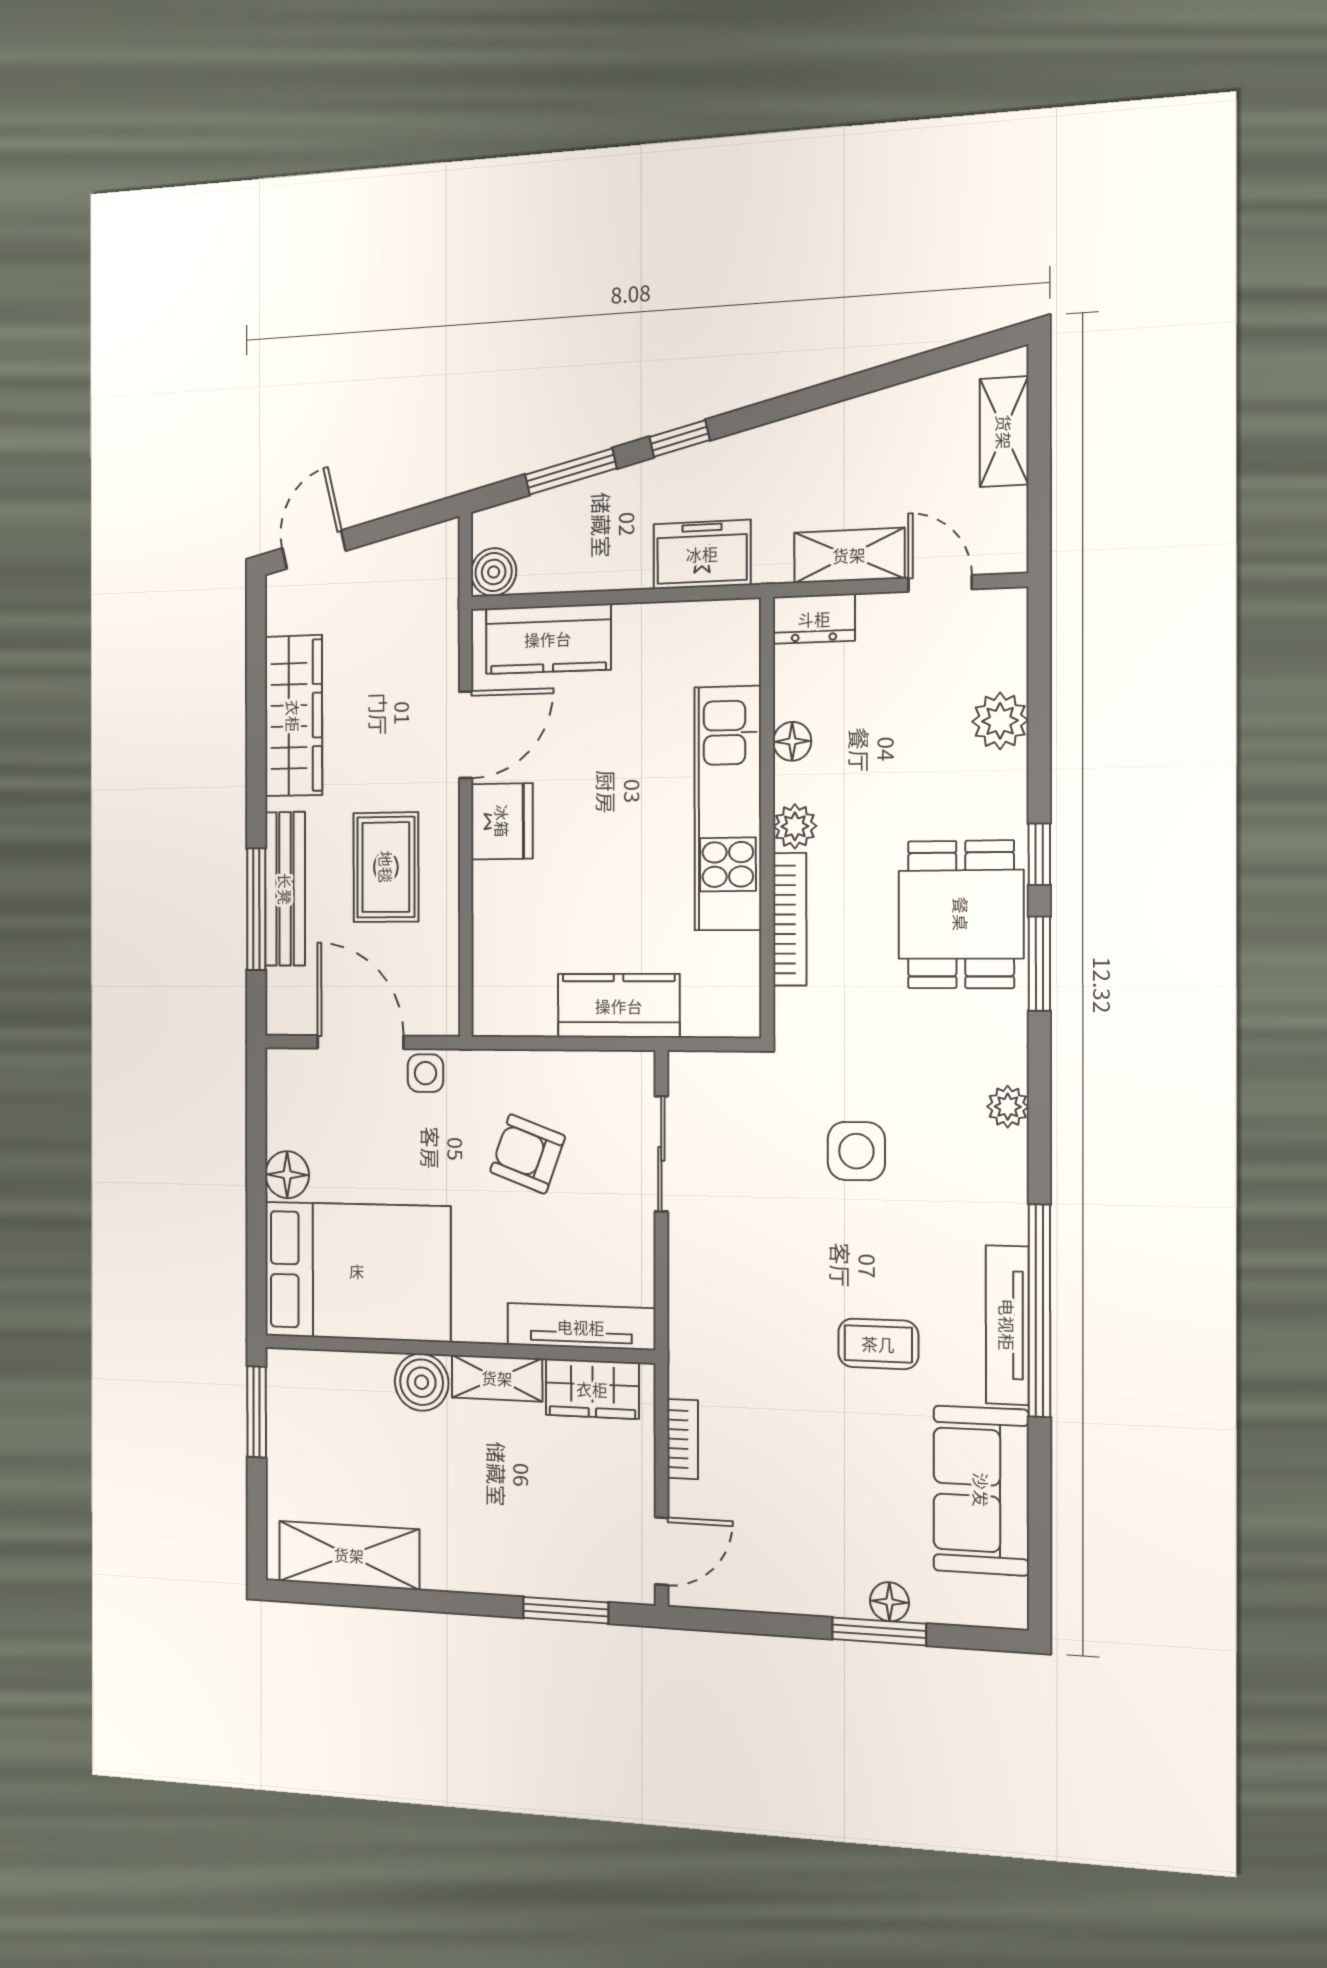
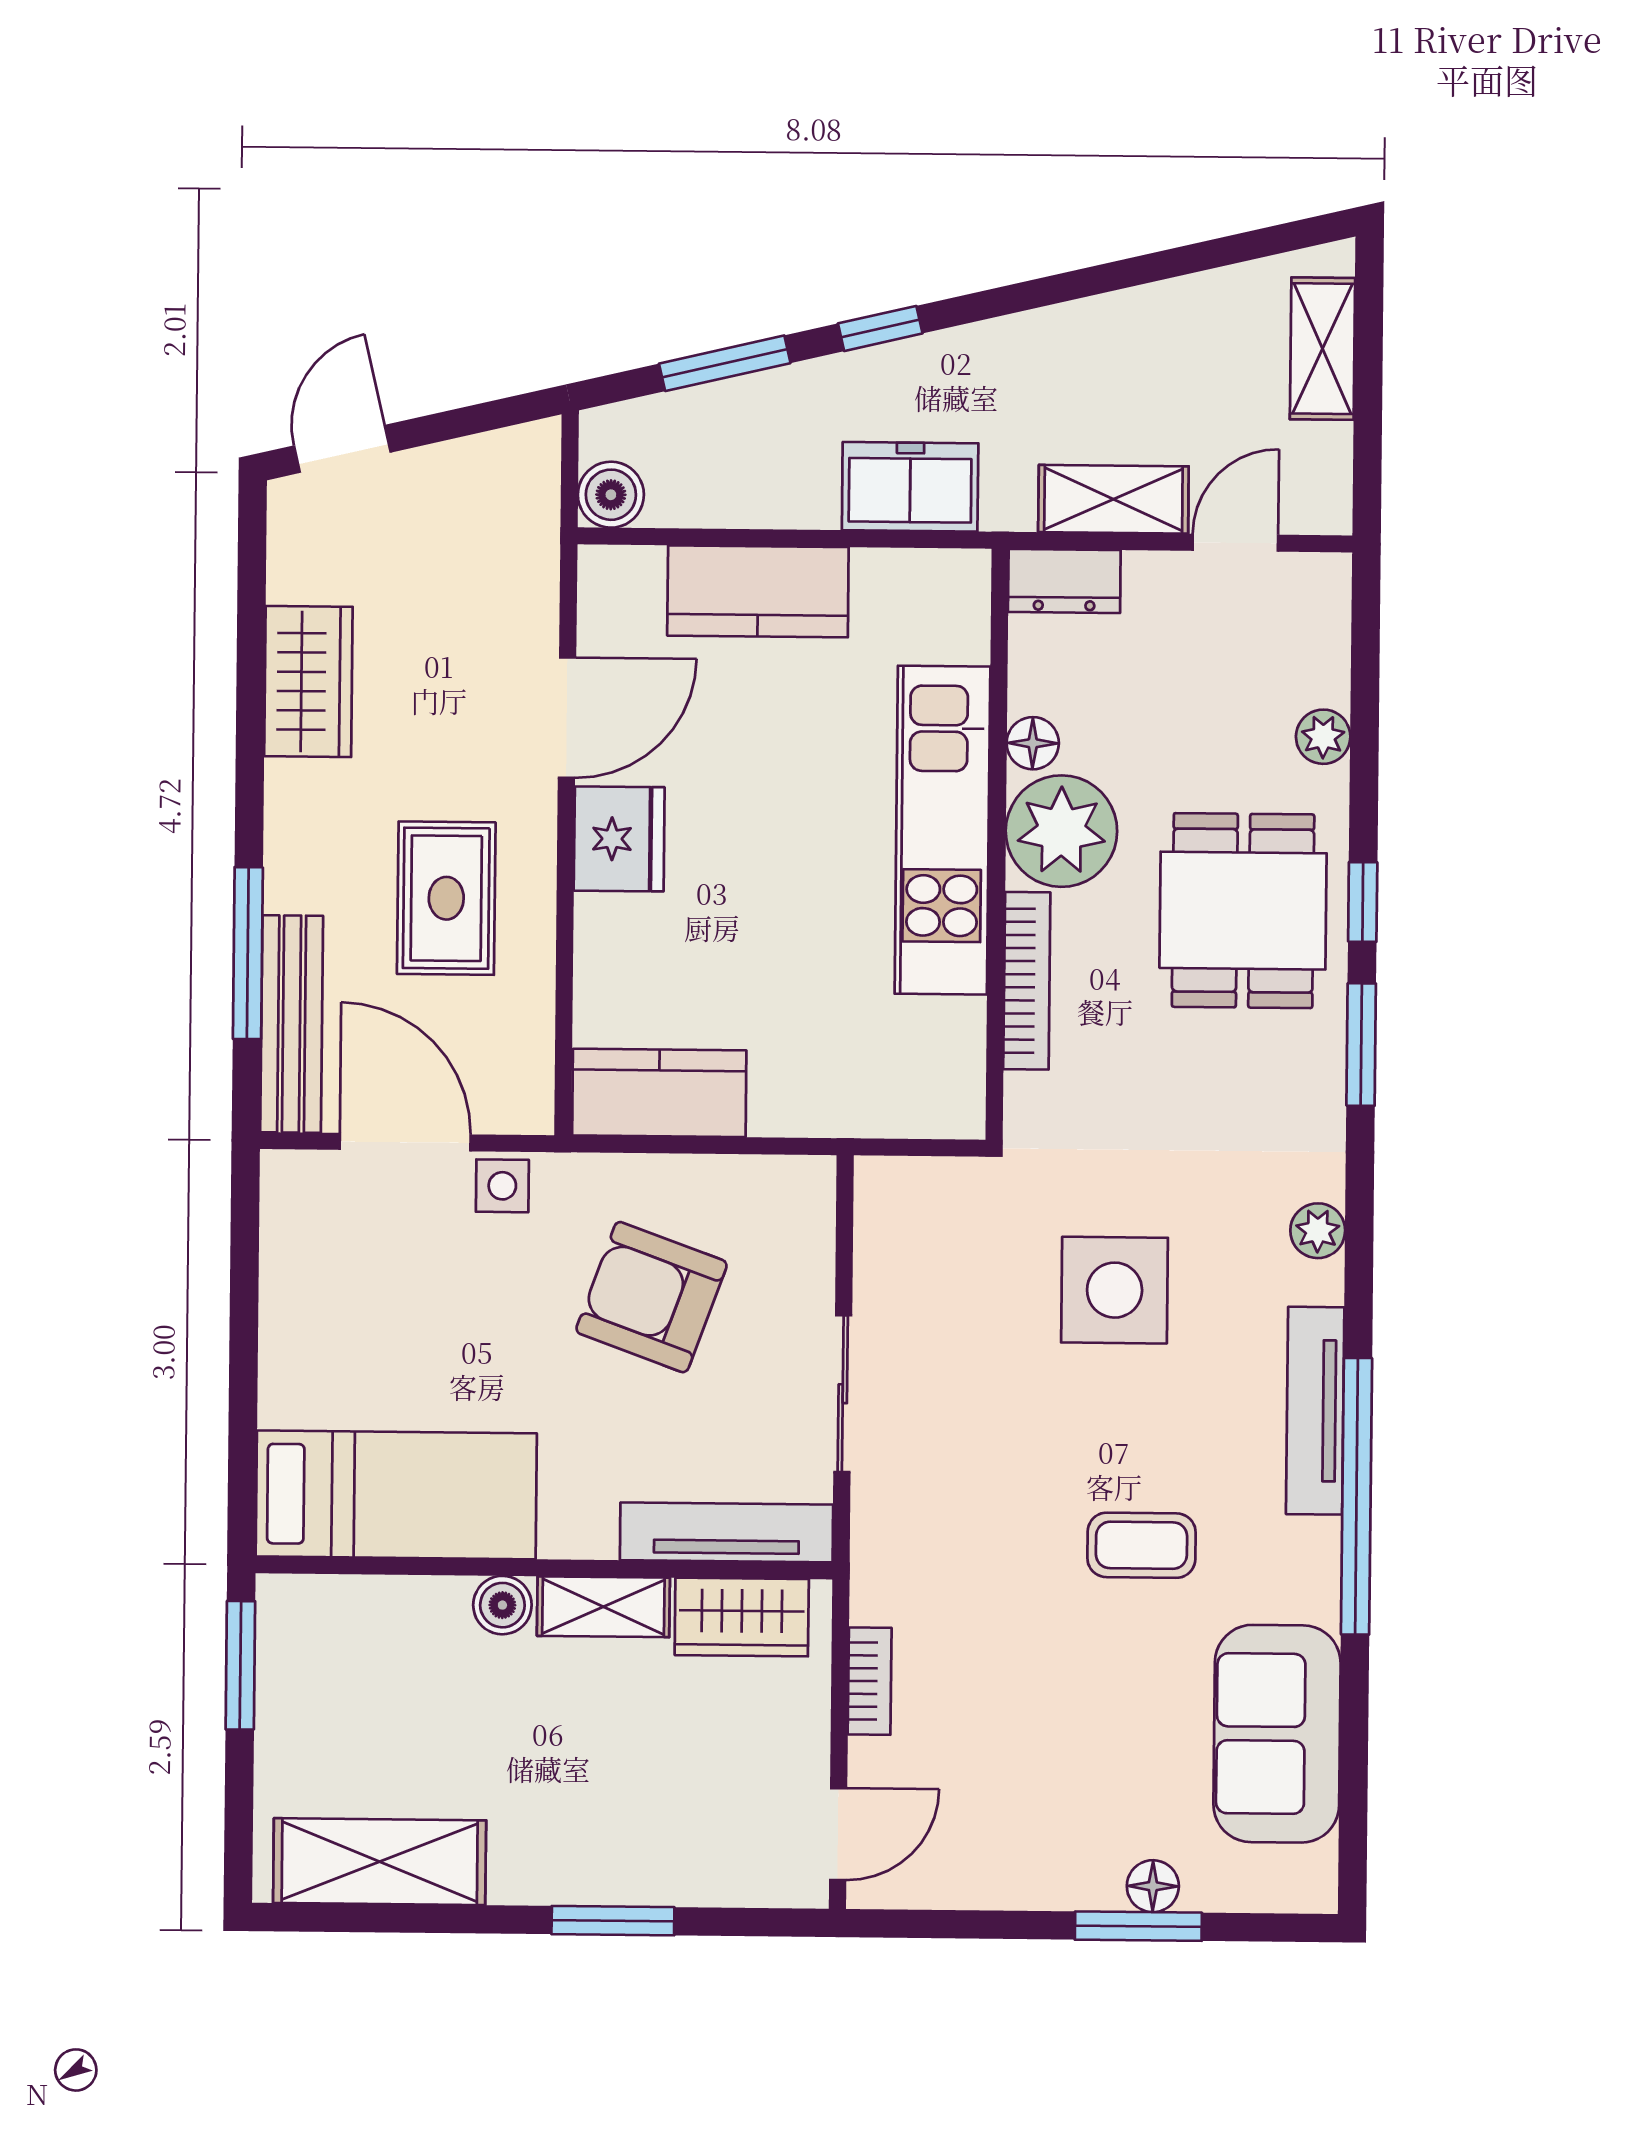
door: (940, 583) -> (1235, 543), hinge flipped
kitchen counter: (548, 639) -> (758, 591), moved
wardrobe: (293, 716) -> (308, 681), width x0.67
plant: (1000, 721) -> (1323, 737), width x0.73, depth x0.73
plant: (795, 826) -> (1061, 831), width x1.87, depth x1.87
bench: (285, 889) -> (292, 1024), moved
dining table: (961, 914) -> (1243, 911), moved
kitchen counter: (619, 1006) -> (659, 1093), moved
side table: (856, 1151) -> (1115, 1290), width x1.37, depth x1.37
armchair: (528, 1154) -> (652, 1297), width x1.38, depth x1.38
sliding door: (661, 1154) -> (843, 1394), moved
floor lamp: (287, 1175) -> (291, 1329), removed
bed: (357, 1271) -> (396, 1495), width x0.67
tv unit: (1007, 1325) -> (1315, 1411), moved
boiler: (422, 1382) -> (502, 1605), width x0.73, depth x0.73
window: (566, 1610) -> (613, 1921), moved

